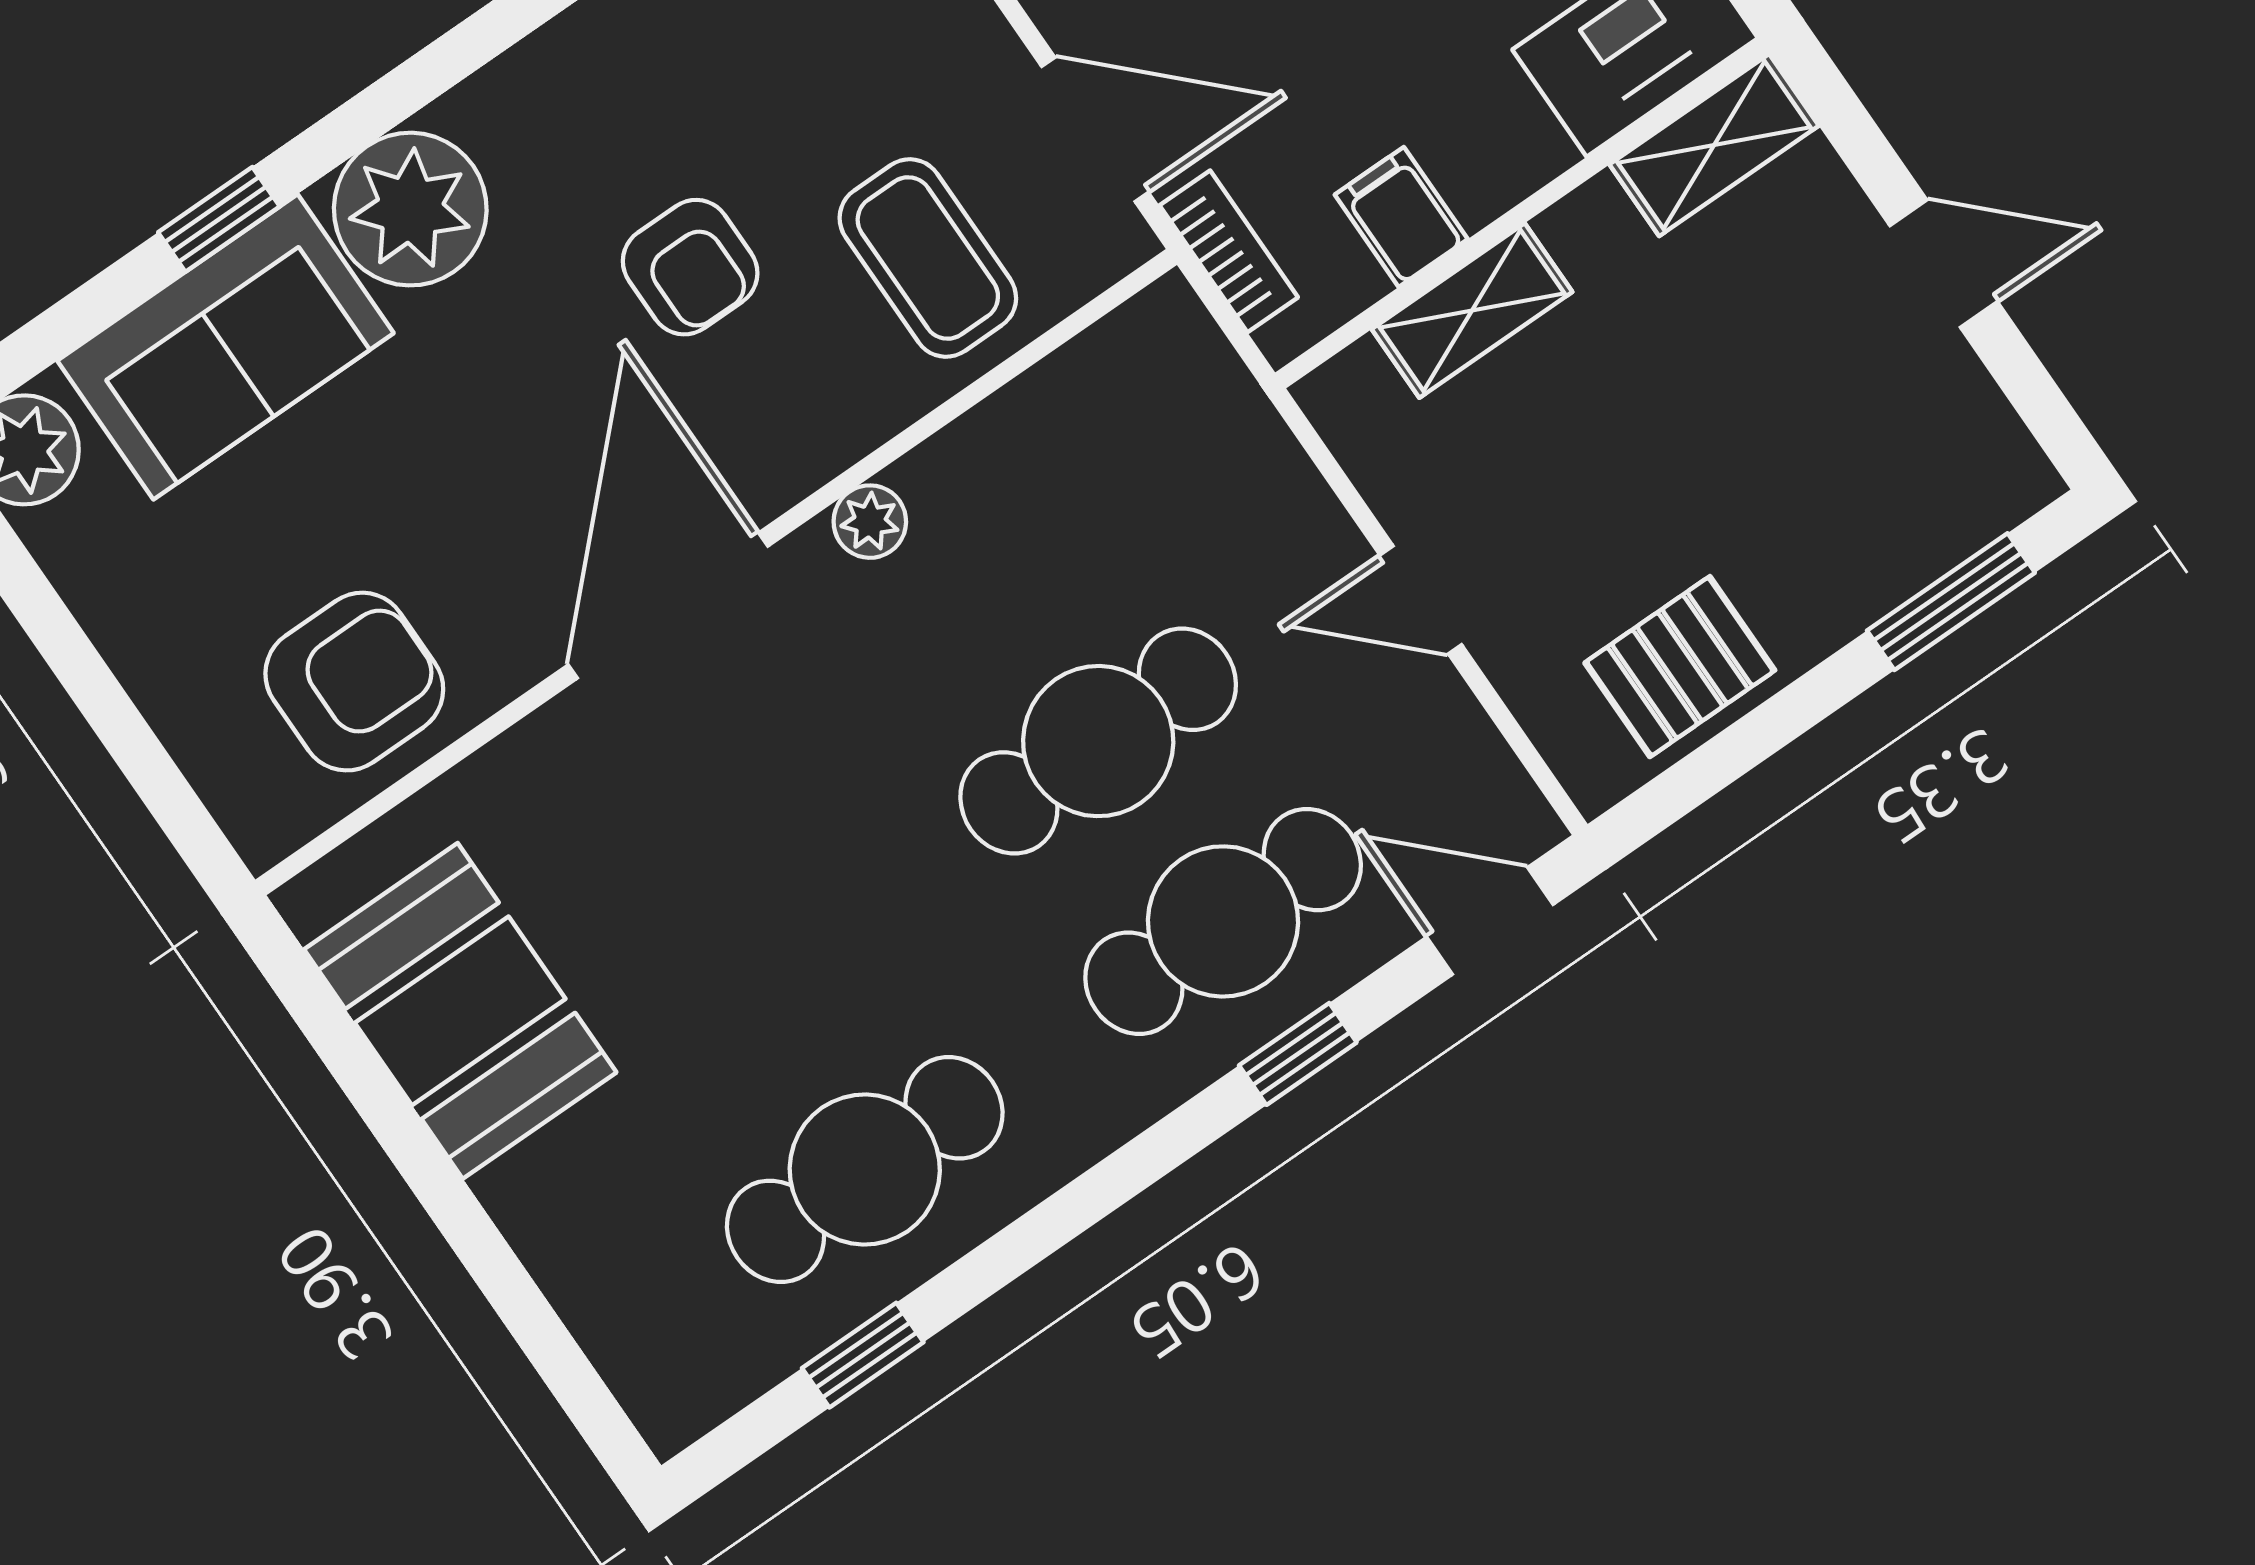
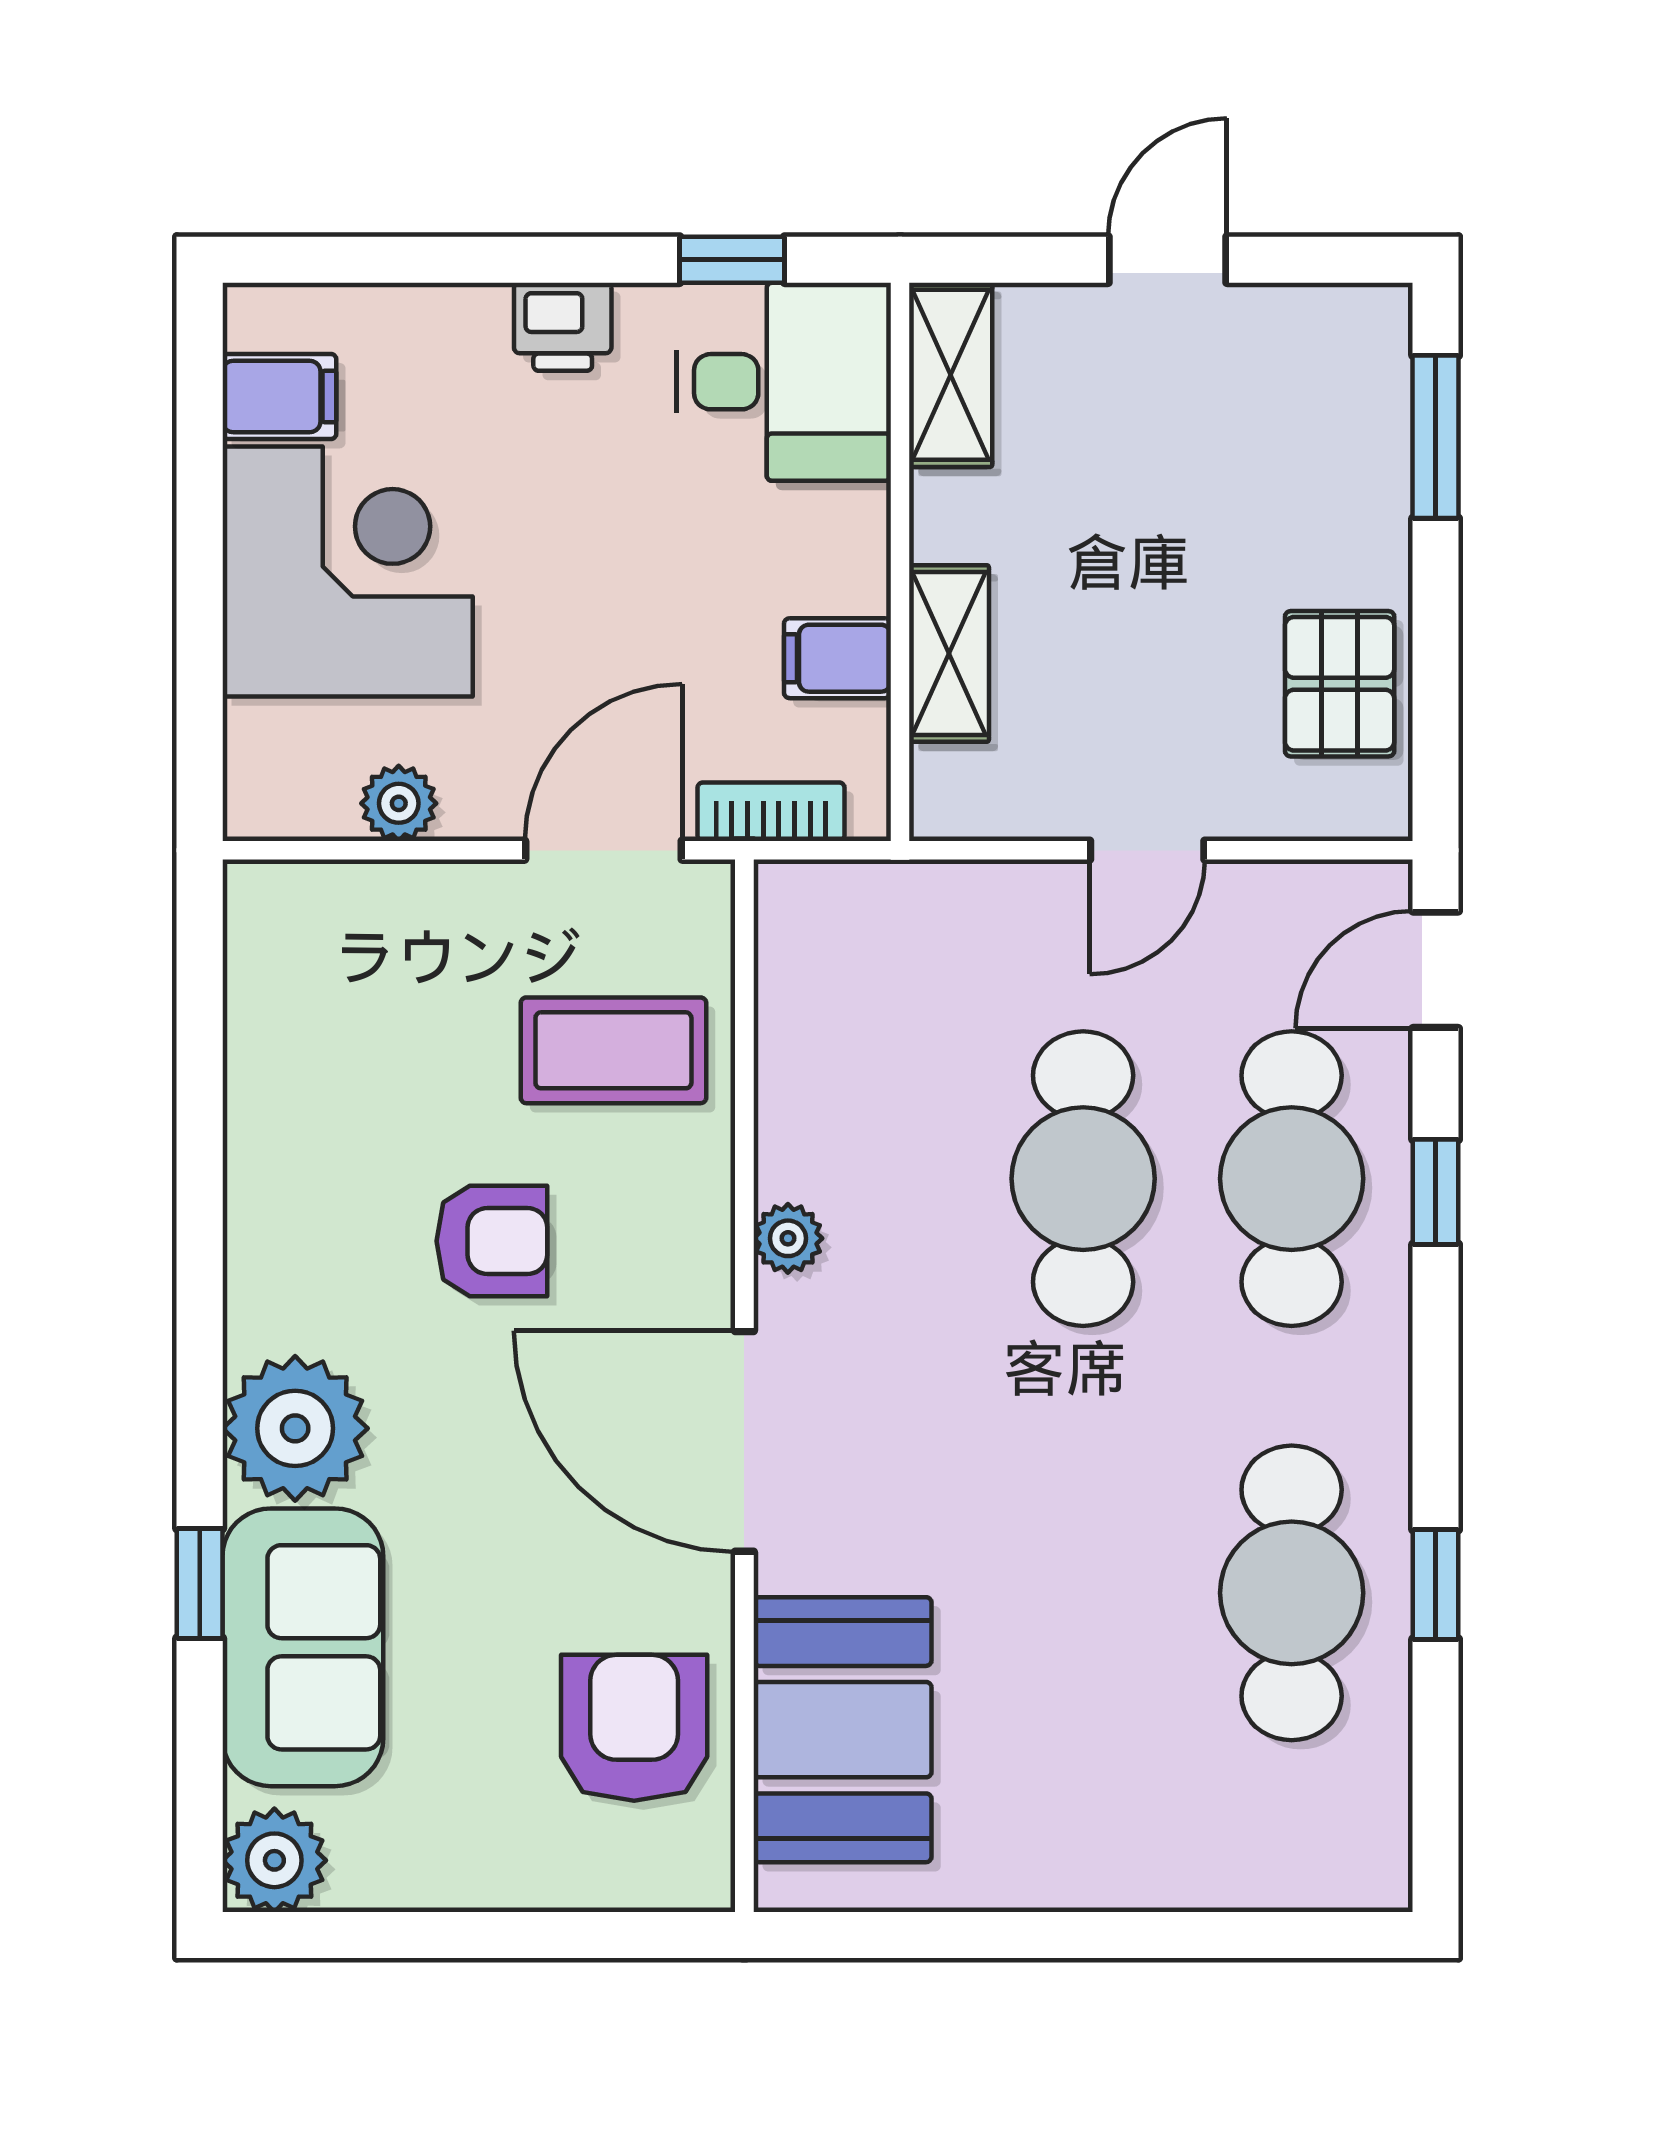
booth: (460, 1011) -> (842, 1730), moved, turned 90
window: (863, 1355) -> (1436, 1584), moved

